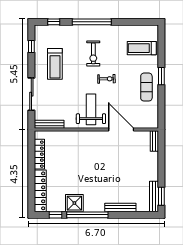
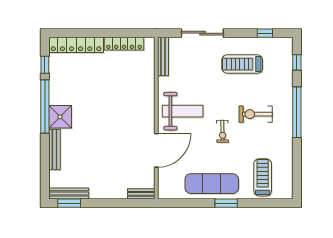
exercise mat: (146, 87) -> (212, 184), width x1.36, depth x1.45
shower: (74, 203) -> (60, 117), moved

